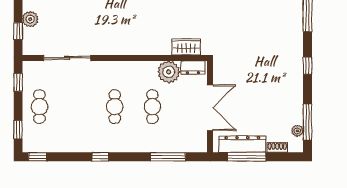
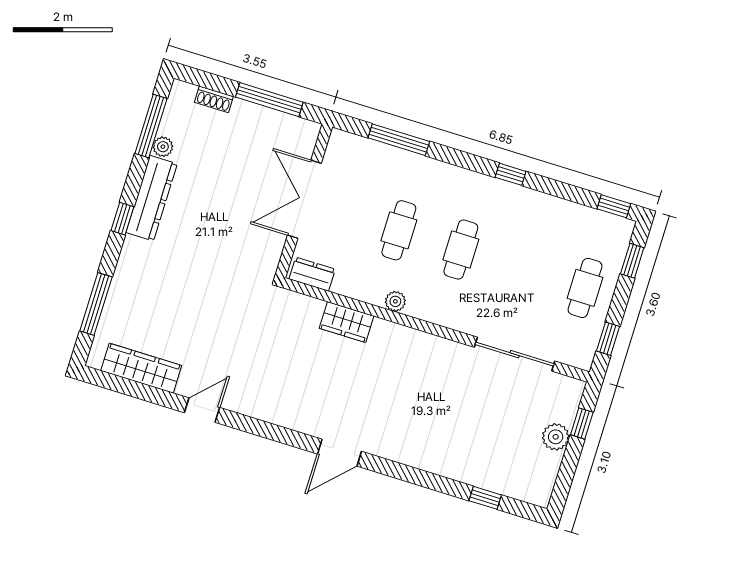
wardrobe: (186, 47) -> (347, 322), moved
plant: (169, 72) -> (395, 301), moved, width x0.53, depth x0.53
plant: (297, 131) -> (163, 147), moved
dresser: (242, 144) -> (152, 198), moved, turned -90

